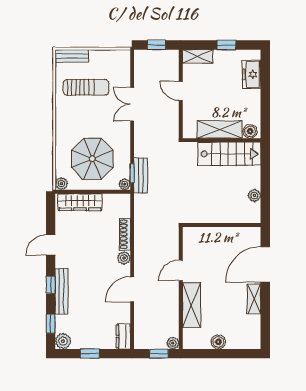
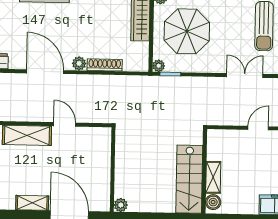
shelving: (220, 129) -> (213, 177), width x0.67, depth x0.75
bench: (141, 175) -> (168, 83), removed
plant: (254, 195) -> (121, 205), moved
door: (132, 289) -> (45, 72), width x1.36

